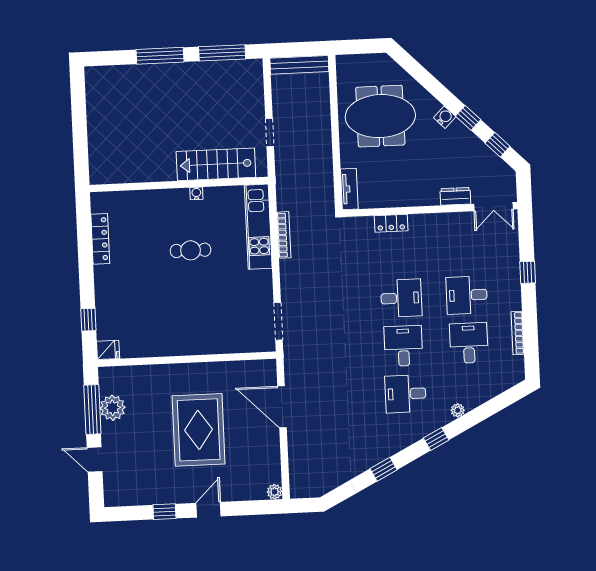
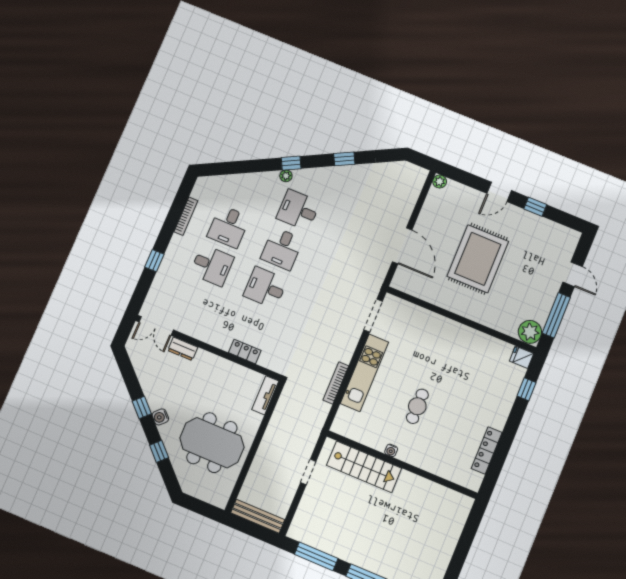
window: (498, 145) -> (159, 451), moved
double door: (493, 207) -> (156, 326), swing flipped
kitchen unit: (258, 227) -> (364, 373), moved
cafe table: (191, 250) -> (417, 406), turned 90
desk: (406, 394) -> (298, 210), turned 180
plant: (113, 408) -> (530, 332), moved
plant: (458, 410) -> (286, 176), moved

